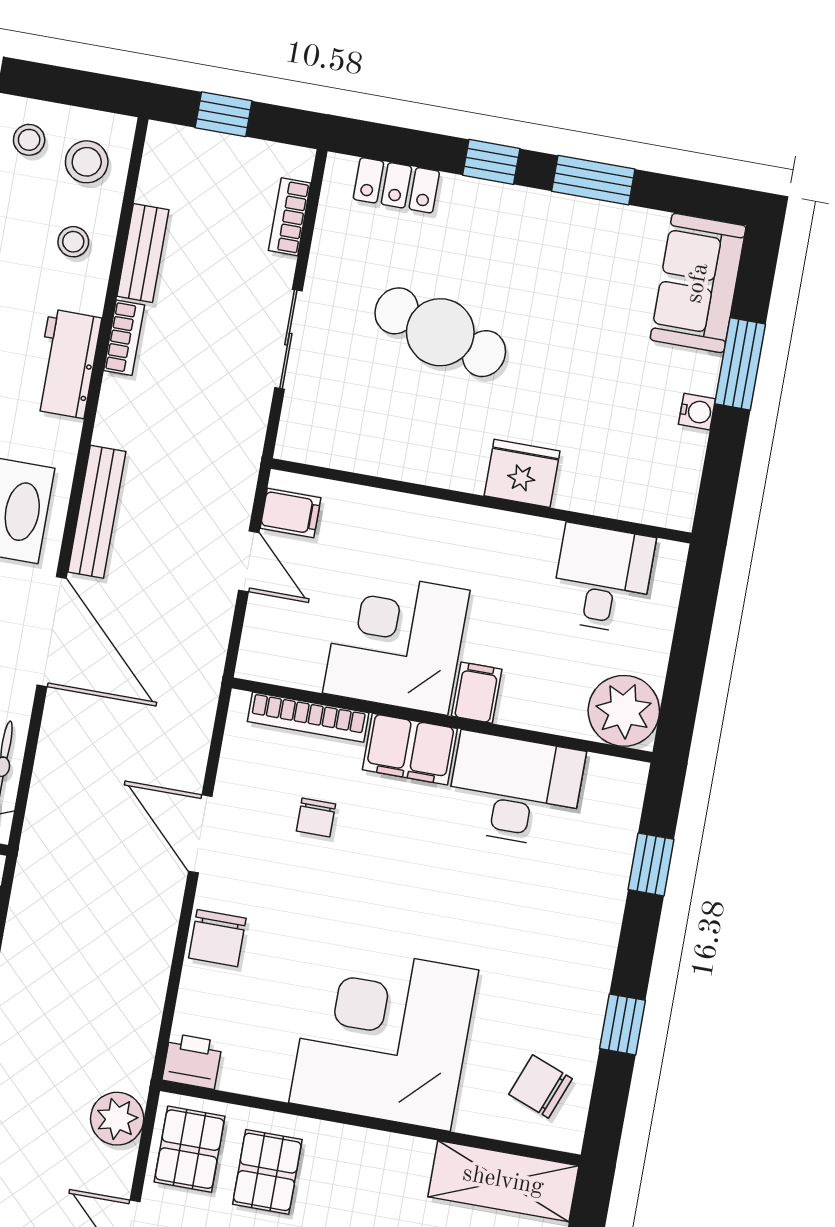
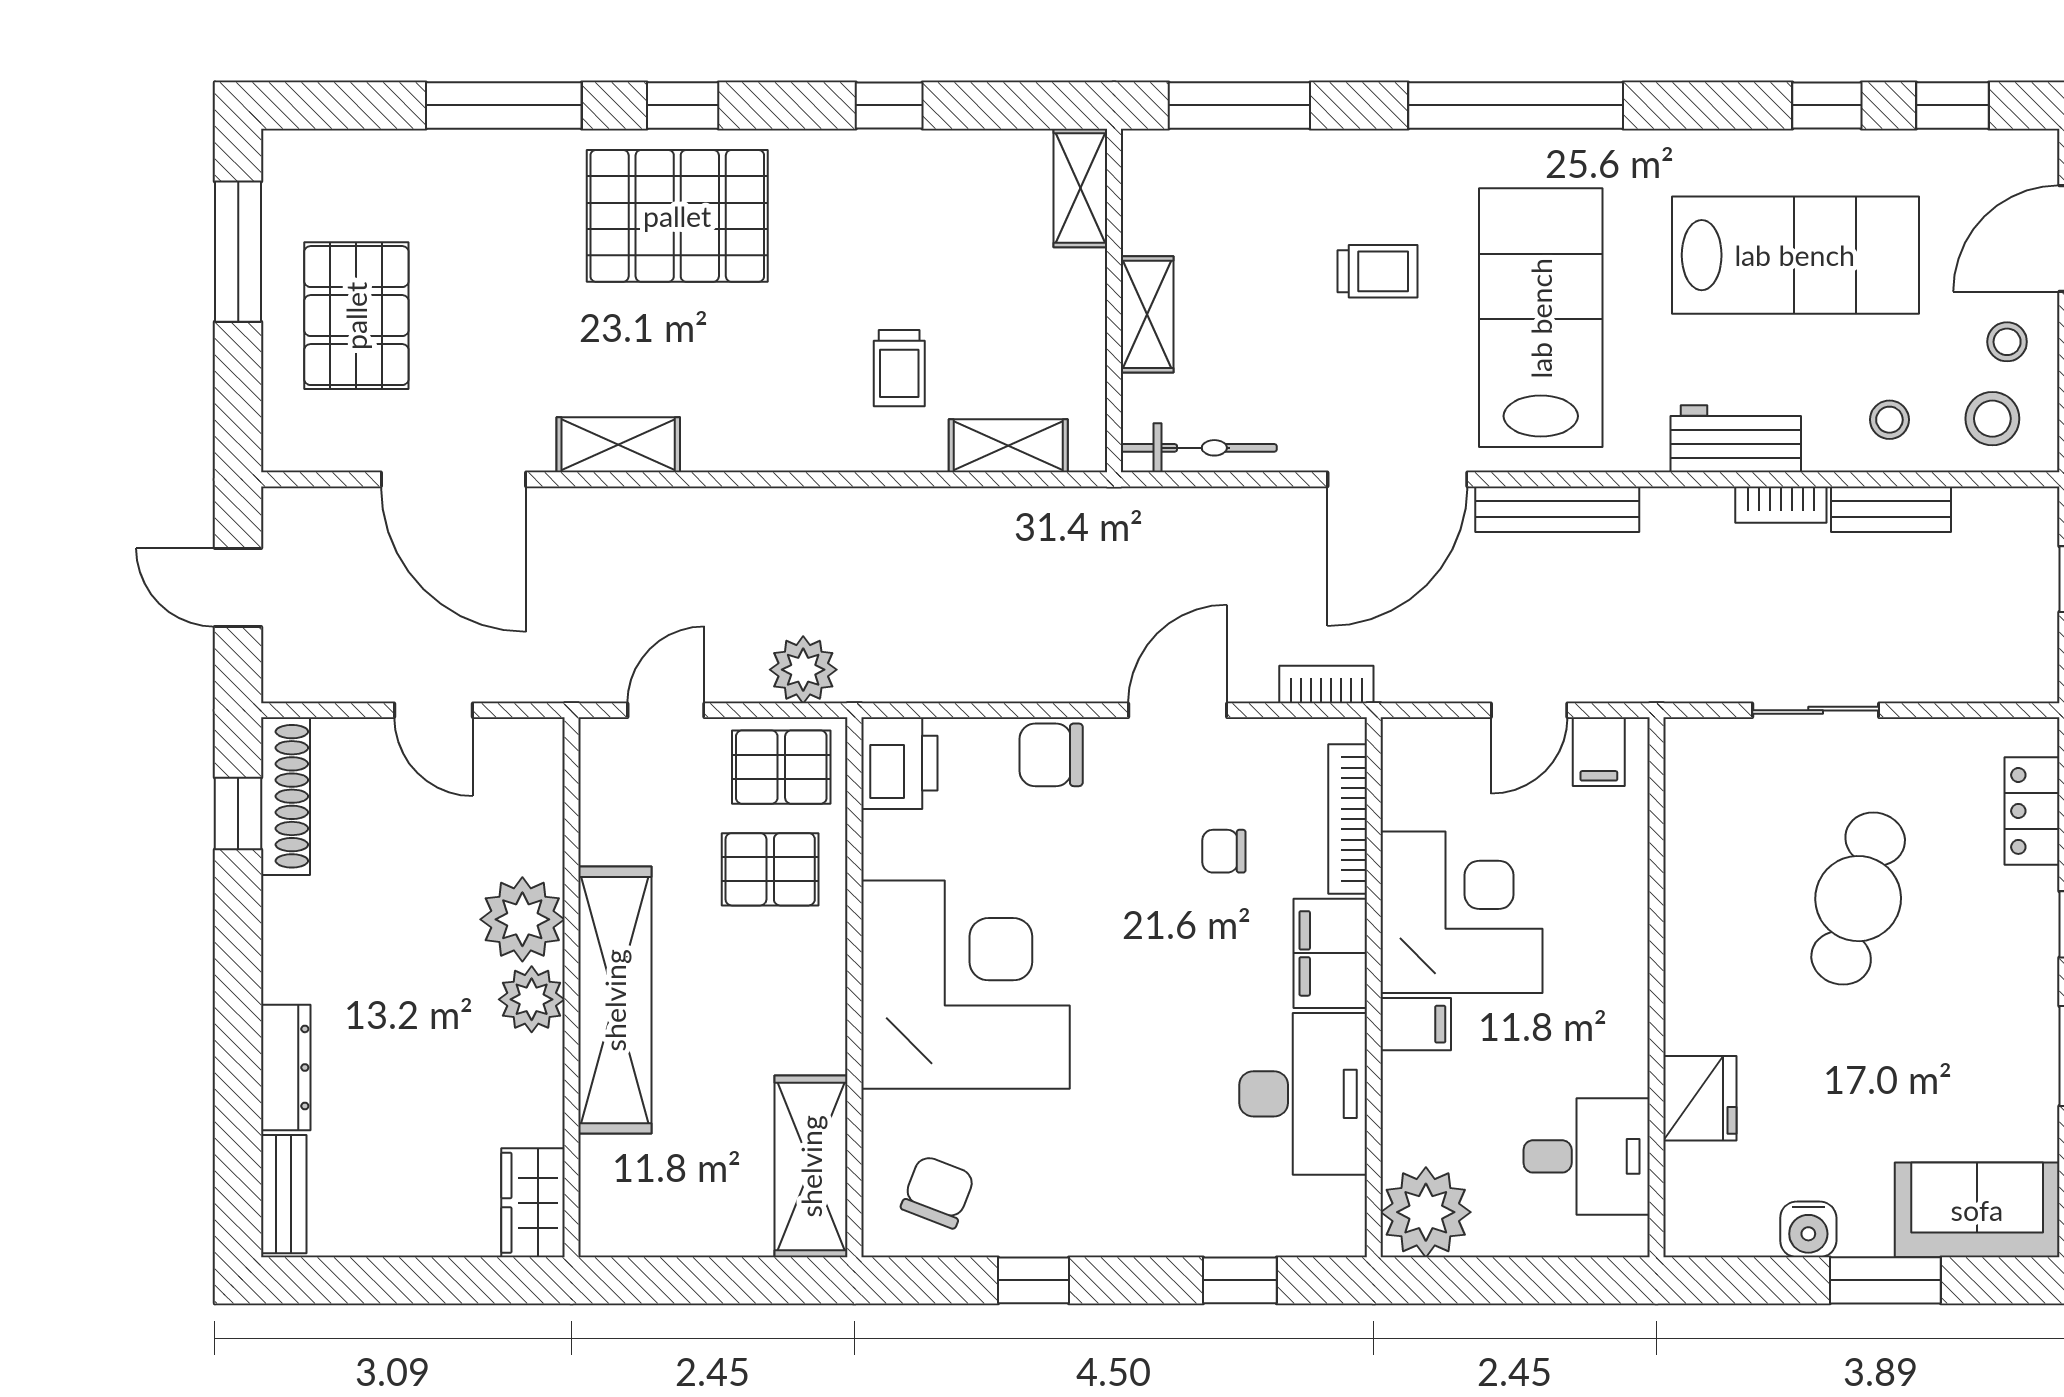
bookcase: (290, 217) -> (1326, 685), moved
water cooler: (697, 412) -> (1808, 1229), width x1.38, depth x1.38
fridge: (522, 473) -> (1700, 1098), moved
printer: (192, 1061) -> (899, 763), width x1.36, depth x1.24

